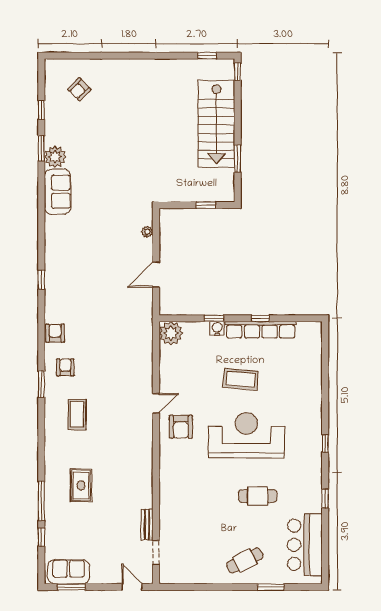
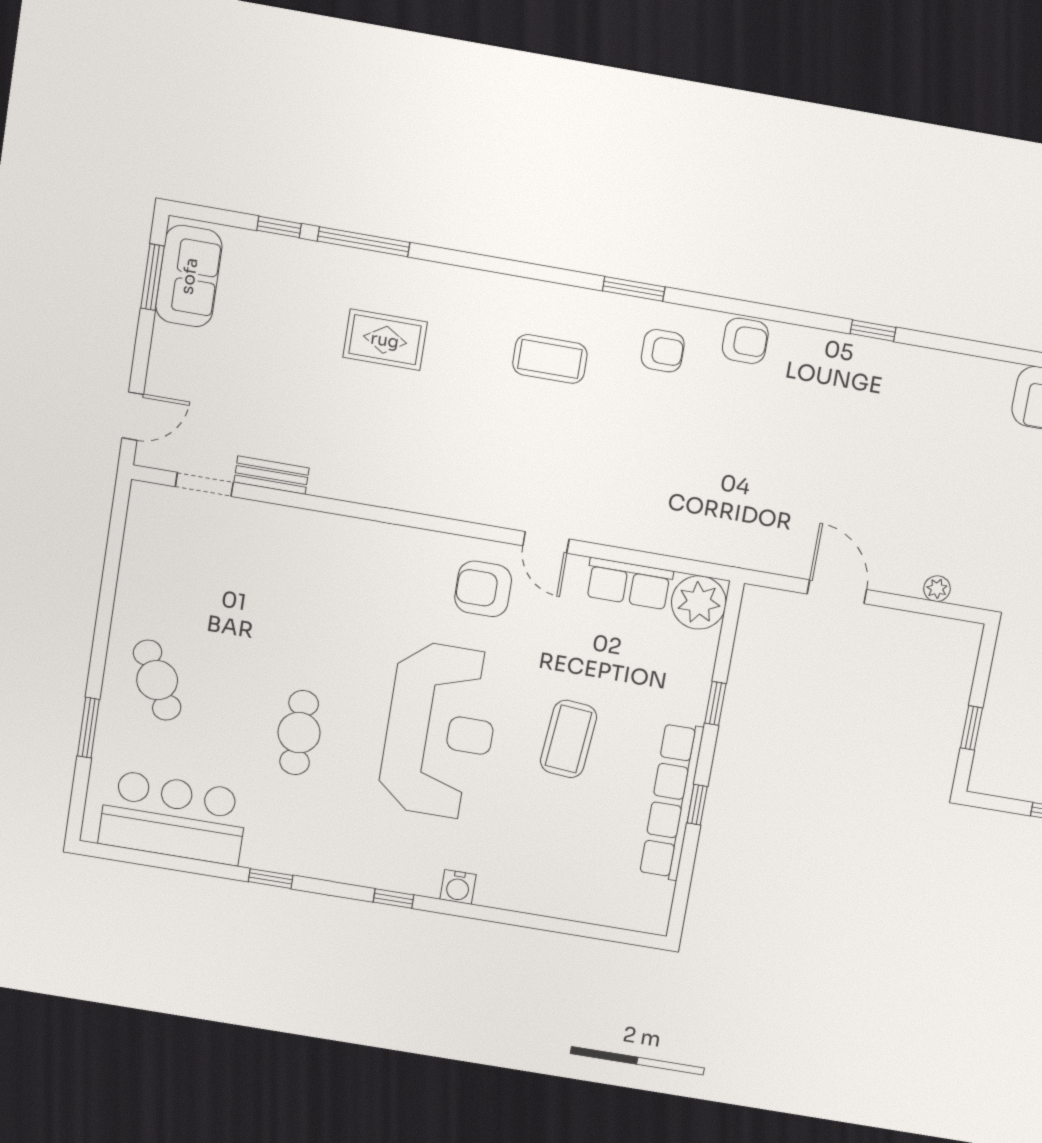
water cooler: (217, 328) -> (458, 887), moved, turned 90
row of seats: (168, 365) -> (629, 584), added

